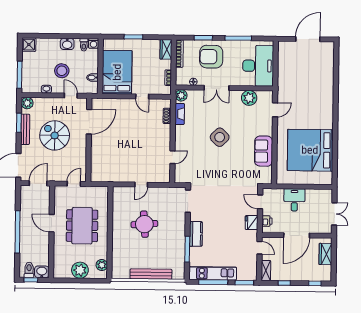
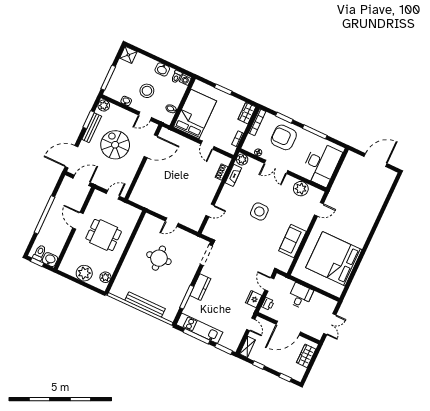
door: (71, 96) -> (145, 116), swing flipped
side table: (220, 137) -> (259, 212), turned 45
dining table: (82, 226) -> (104, 235), width x0.73

